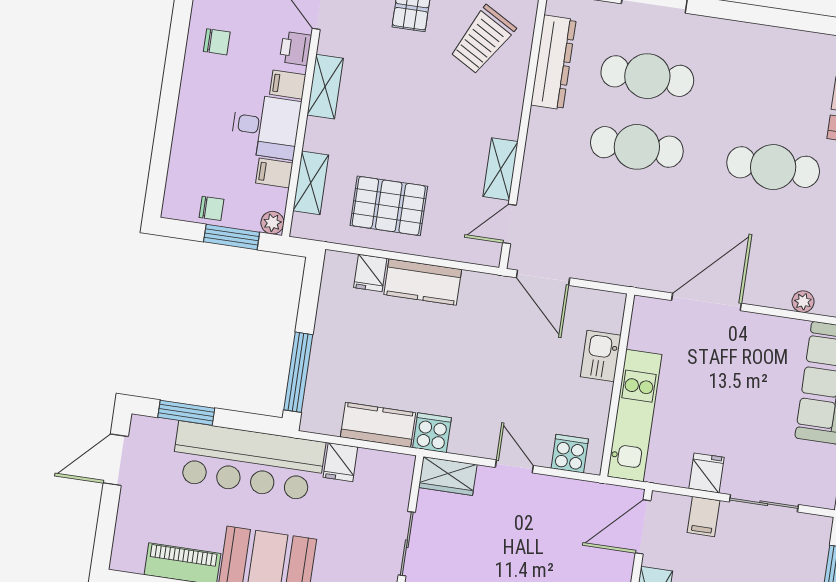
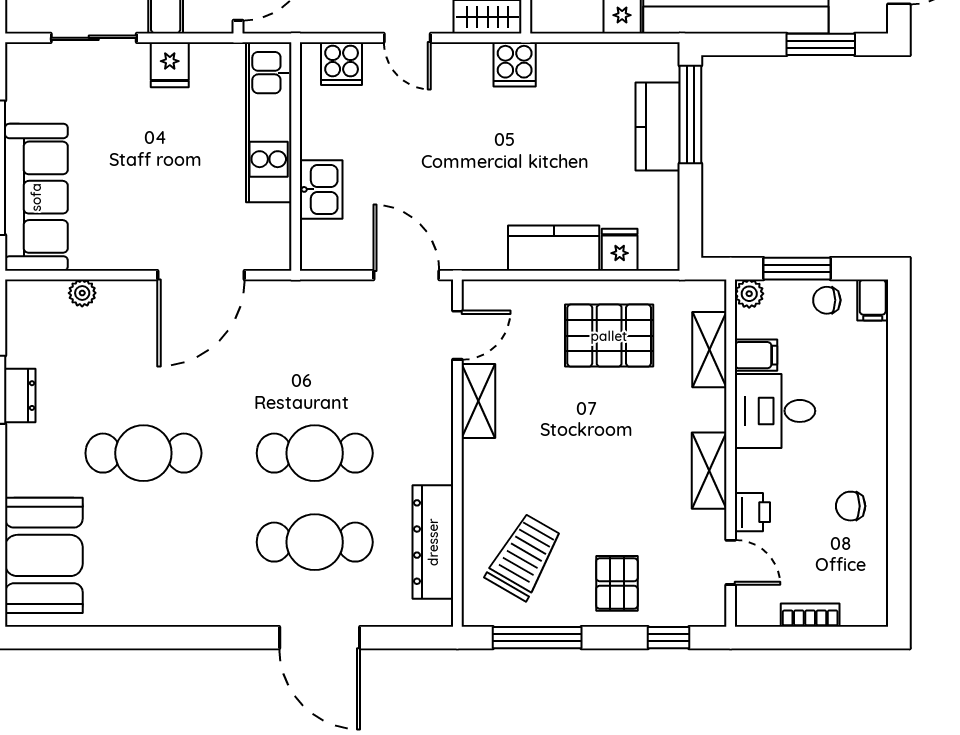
filing cabinet: (288, 85) -> (873, 300), moved, turned 90
kitchen counter: (378, 425) -> (658, 127), moved, turned 90

